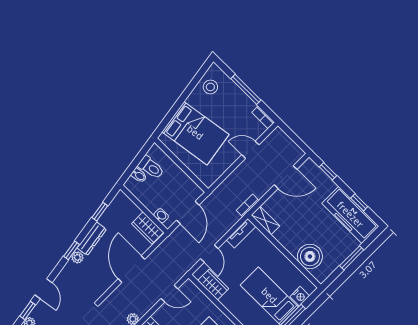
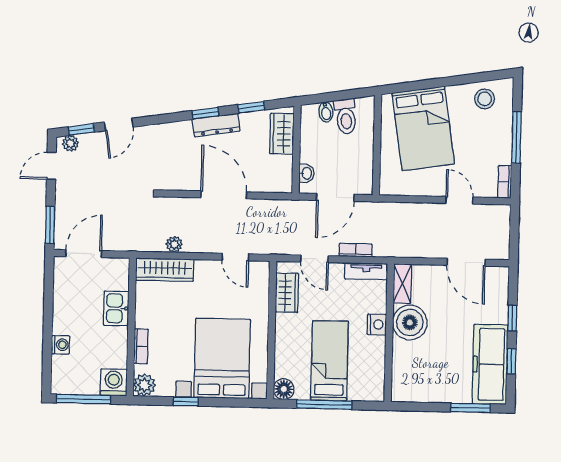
window: (328, 171) -> (512, 318), moved
bookcase: (248, 205) -> (356, 250), moved
wardrobe: (148, 228) -> (282, 134), moved
window: (72, 250) -> (205, 113), moved
door: (209, 254) -> (315, 259), hinge flipped
boiler: (310, 256) -> (410, 322), moved
plant: (77, 257) -> (183, 129), removed
window: (352, 258) -> (470, 408), moved
door: (132, 269) -> (224, 195), hinge flipped
nightstand: (300, 296) -> (377, 324), moved, turned -90

